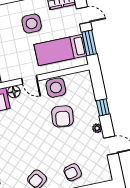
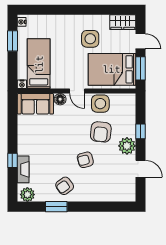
bed: (60, 50) -> (112, 69), width x1.50
plant: (97, 128) -> (127, 146), width x1.87, depth x1.87
armchair: (73, 172) -> (85, 160), moved

